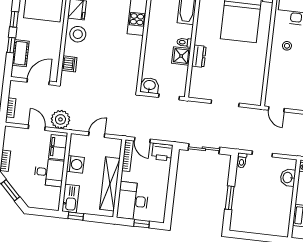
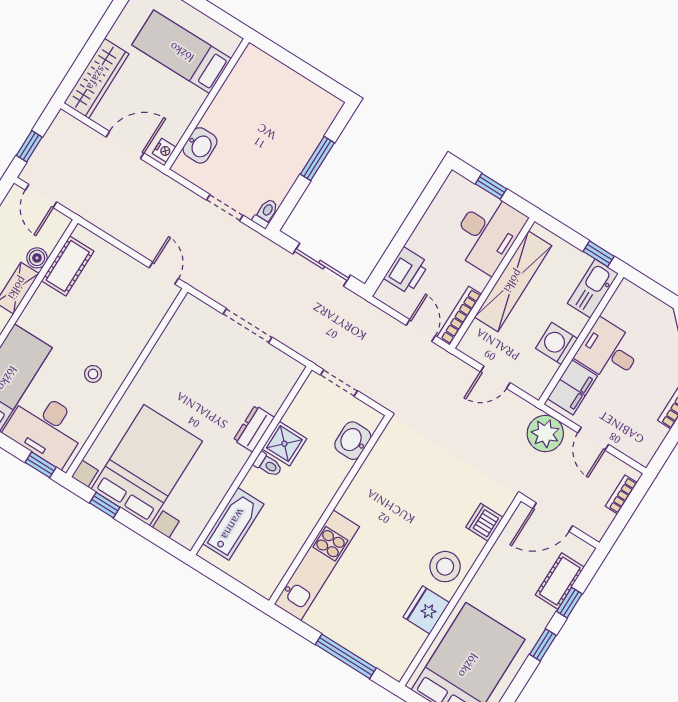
washbasin: (150, 85) -> (353, 441), moved, turned 90
printer: (162, 152) -> (407, 271), moved, turned 90

